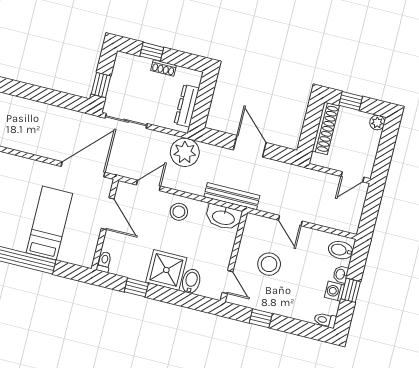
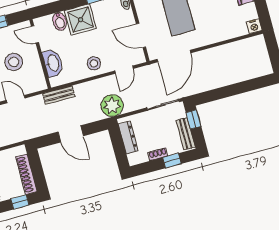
bench: (119, 74) -> (186, 134), added
bench: (232, 196) -> (59, 95), width x0.73
washbasin: (224, 217) -> (53, 63), moved, turned 90

